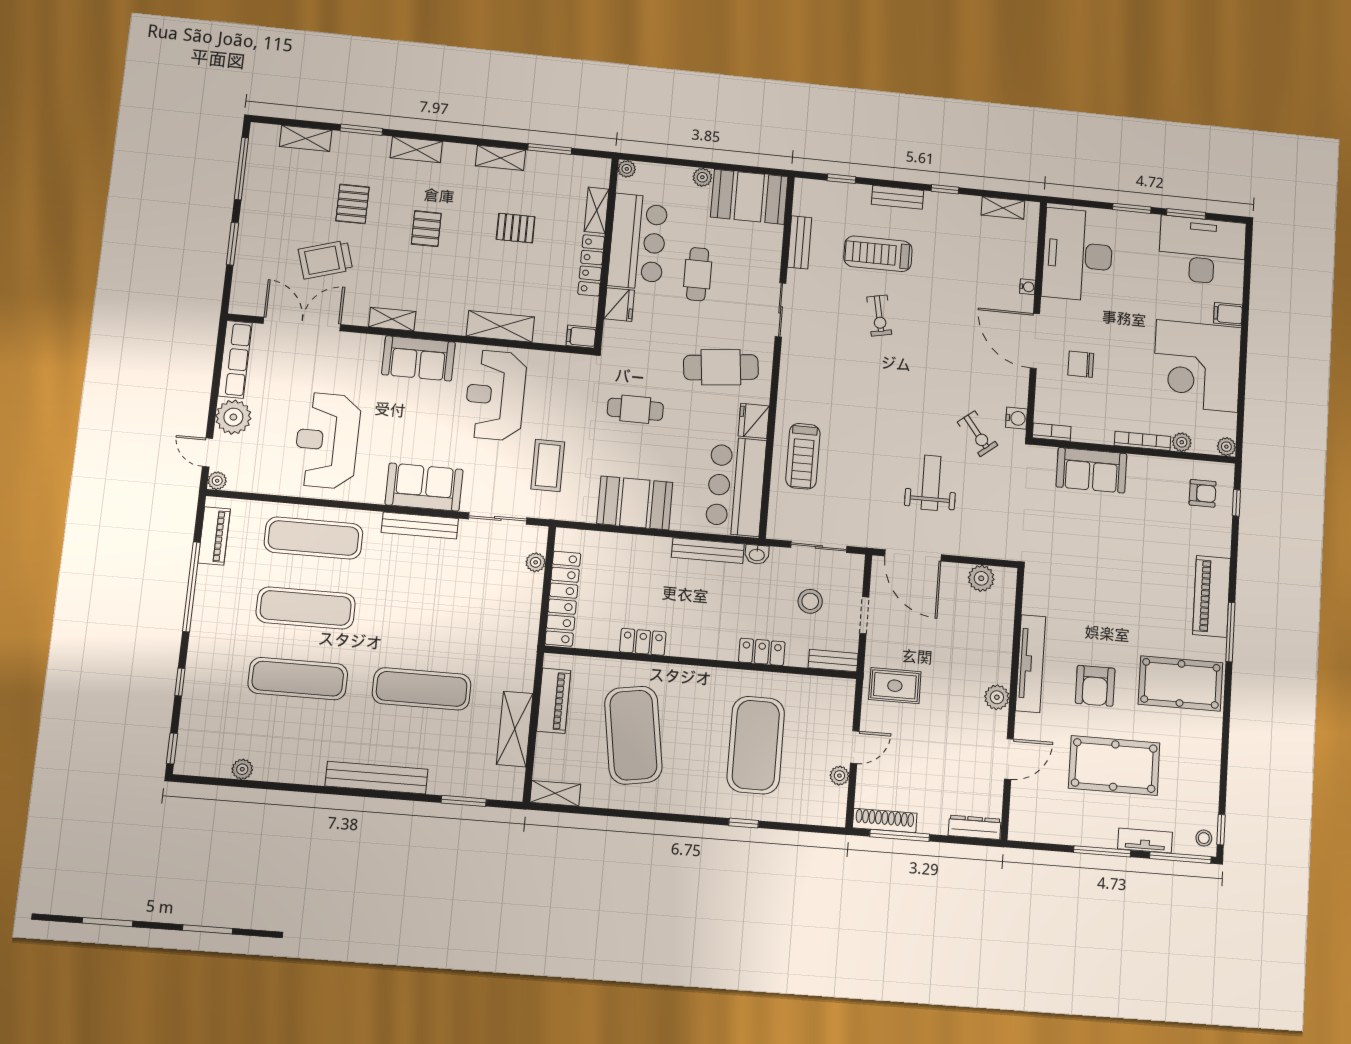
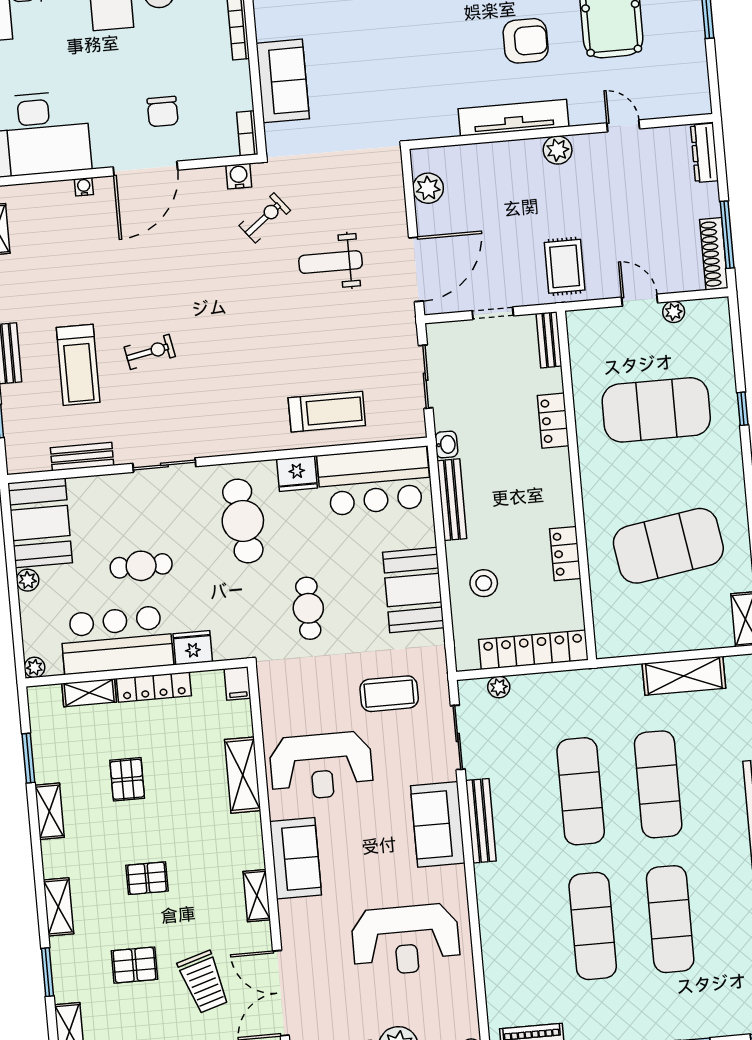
exercise mat: (313, 538) -> (581, 791), moved
stool: (810, 601) -> (484, 583), moved
piano: (554, 701) -> (646, 639), removed
door: (1009, 759) -> (623, 126), width x0.73

